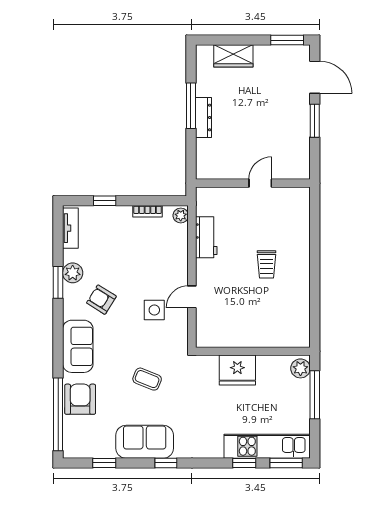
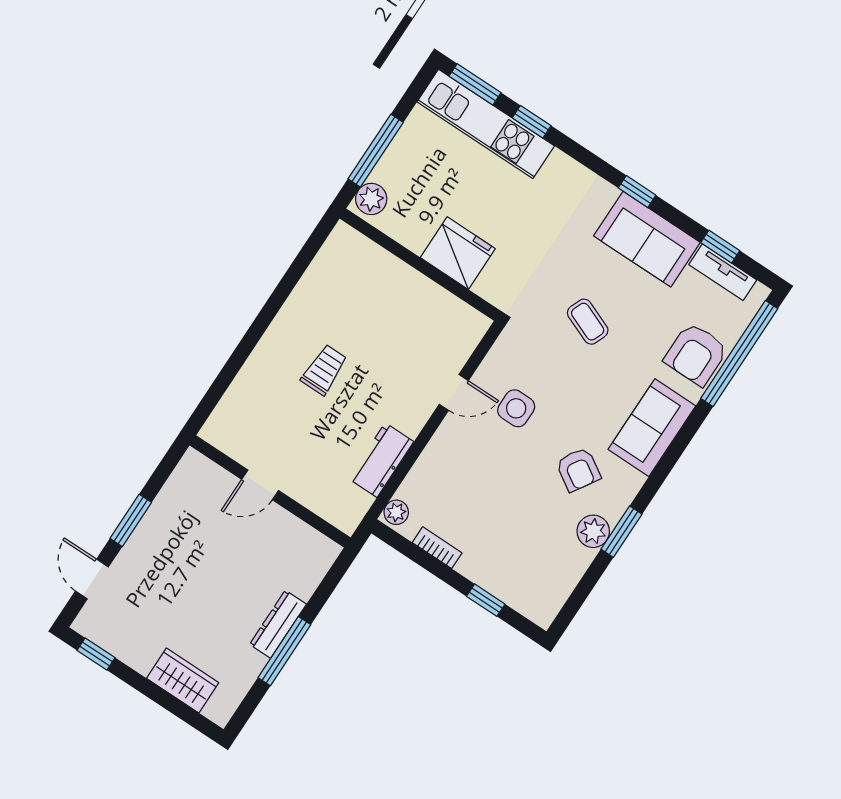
window: (287, 40) -> (96, 654), width x0.67
door: (315, 77) -> (92, 579), width x0.73
tv unit: (70, 228) -> (723, 272), moved, turned -90

